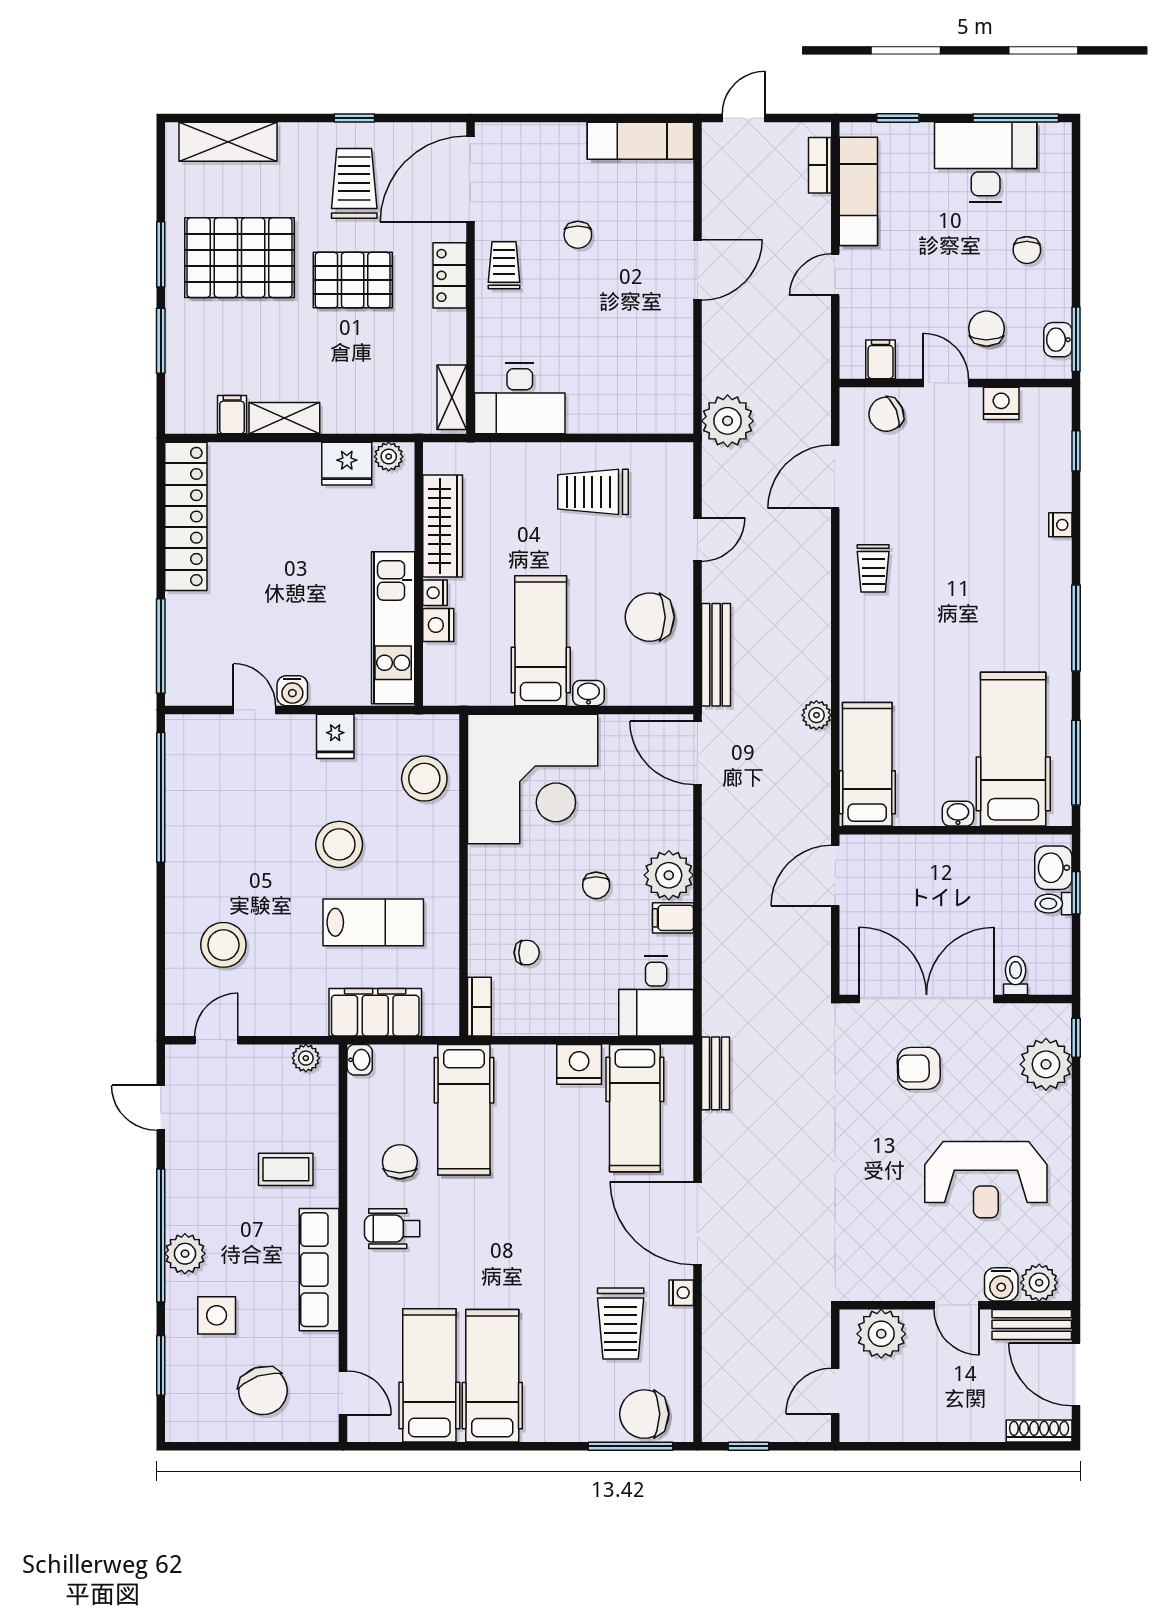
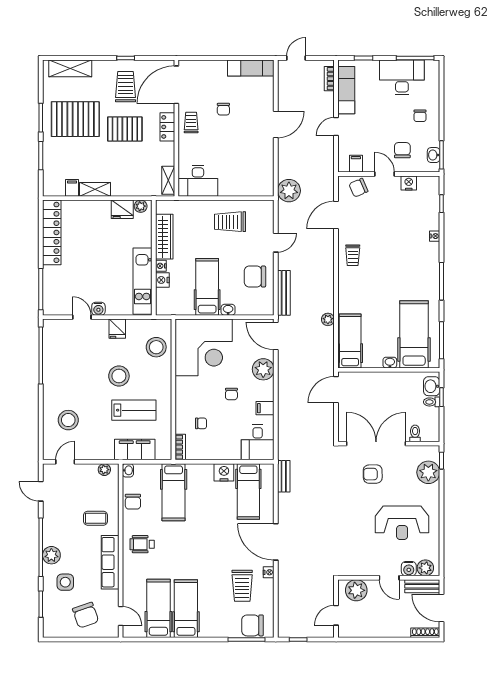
plant: (669, 875) -> (263, 369), moved
chair: (400, 1162) -> (133, 502), moved, turned 180

